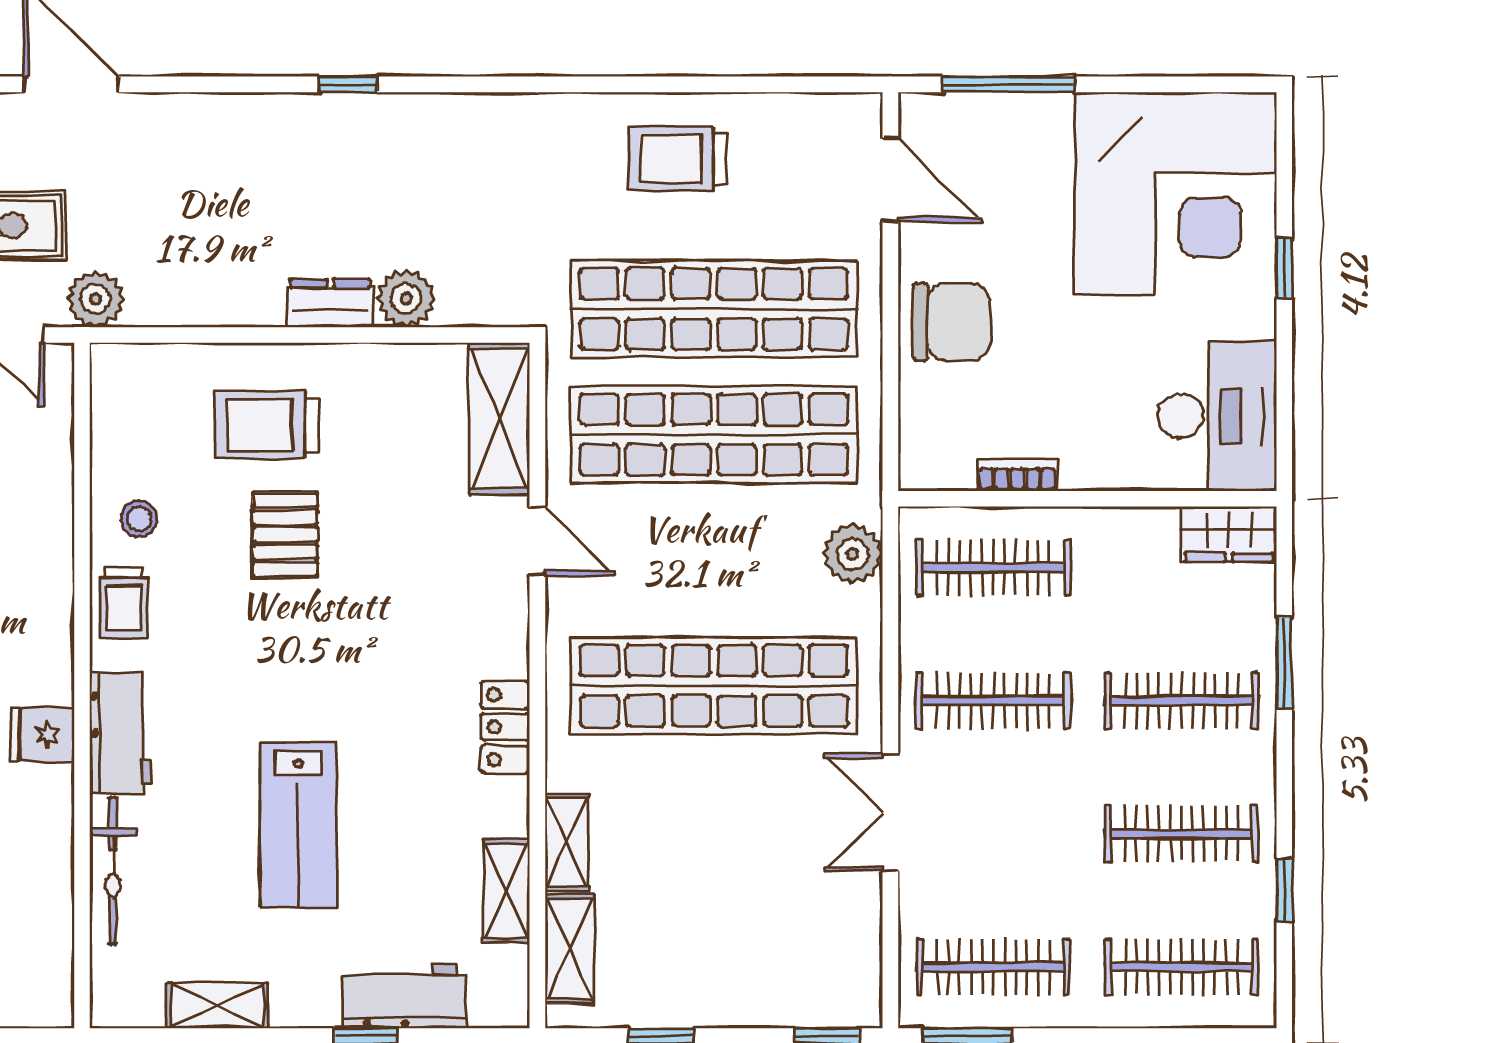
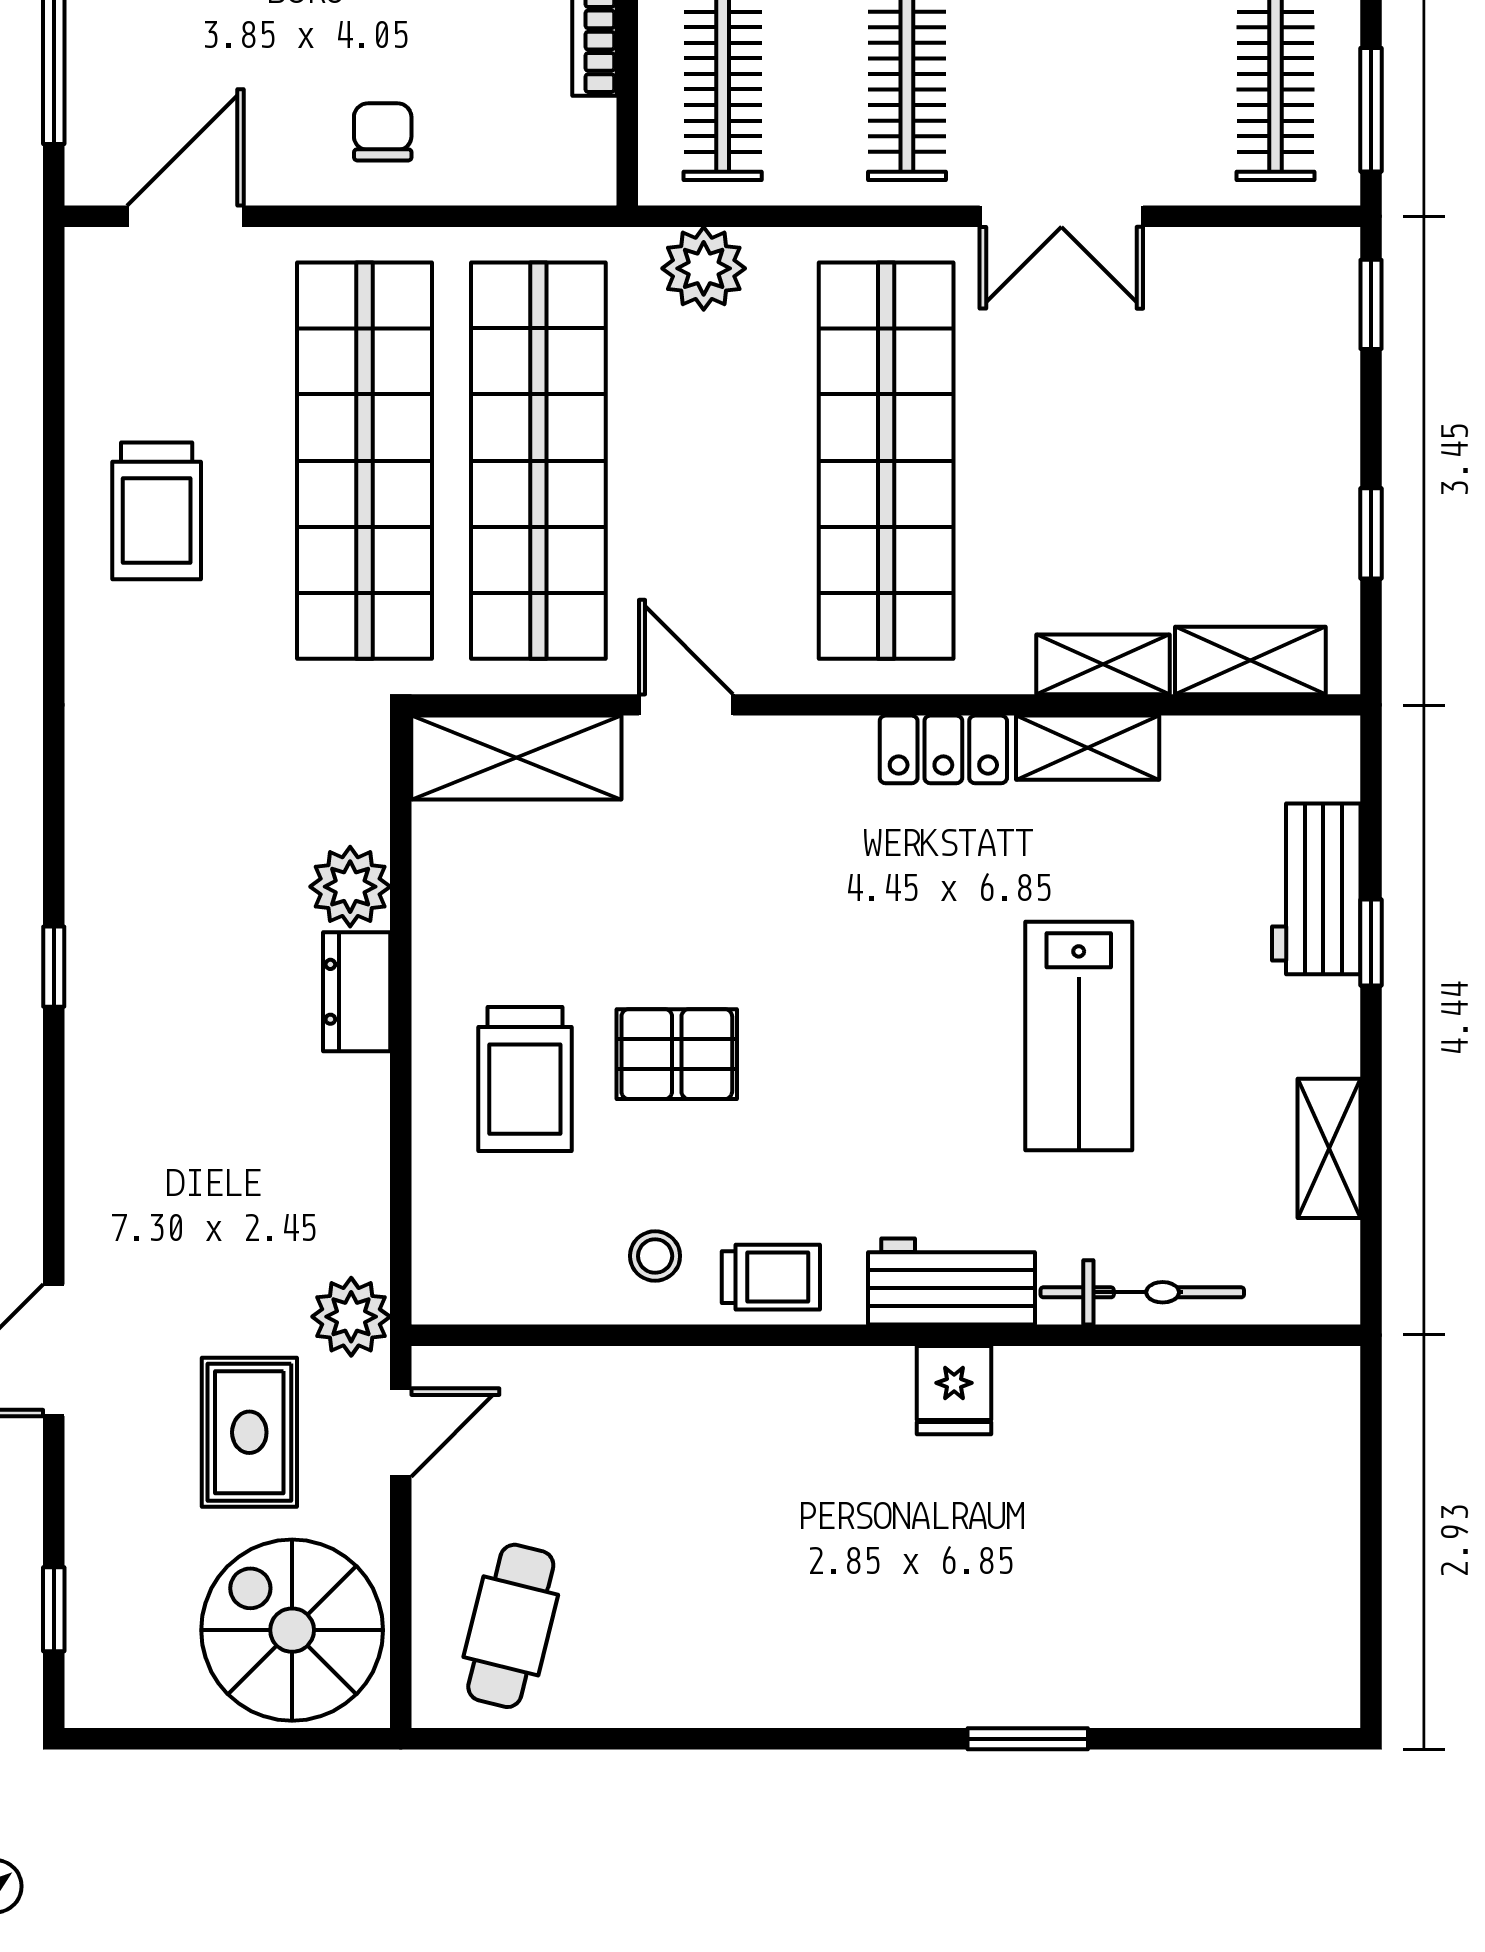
chair: (951, 322) -> (383, 132), width x0.54, depth x0.54
door: (537, 541) -> (686, 705), hinge flipped
lab bench: (298, 825) -> (1079, 1036), turned 90
shelving: (506, 891) -> (1088, 748), moved

